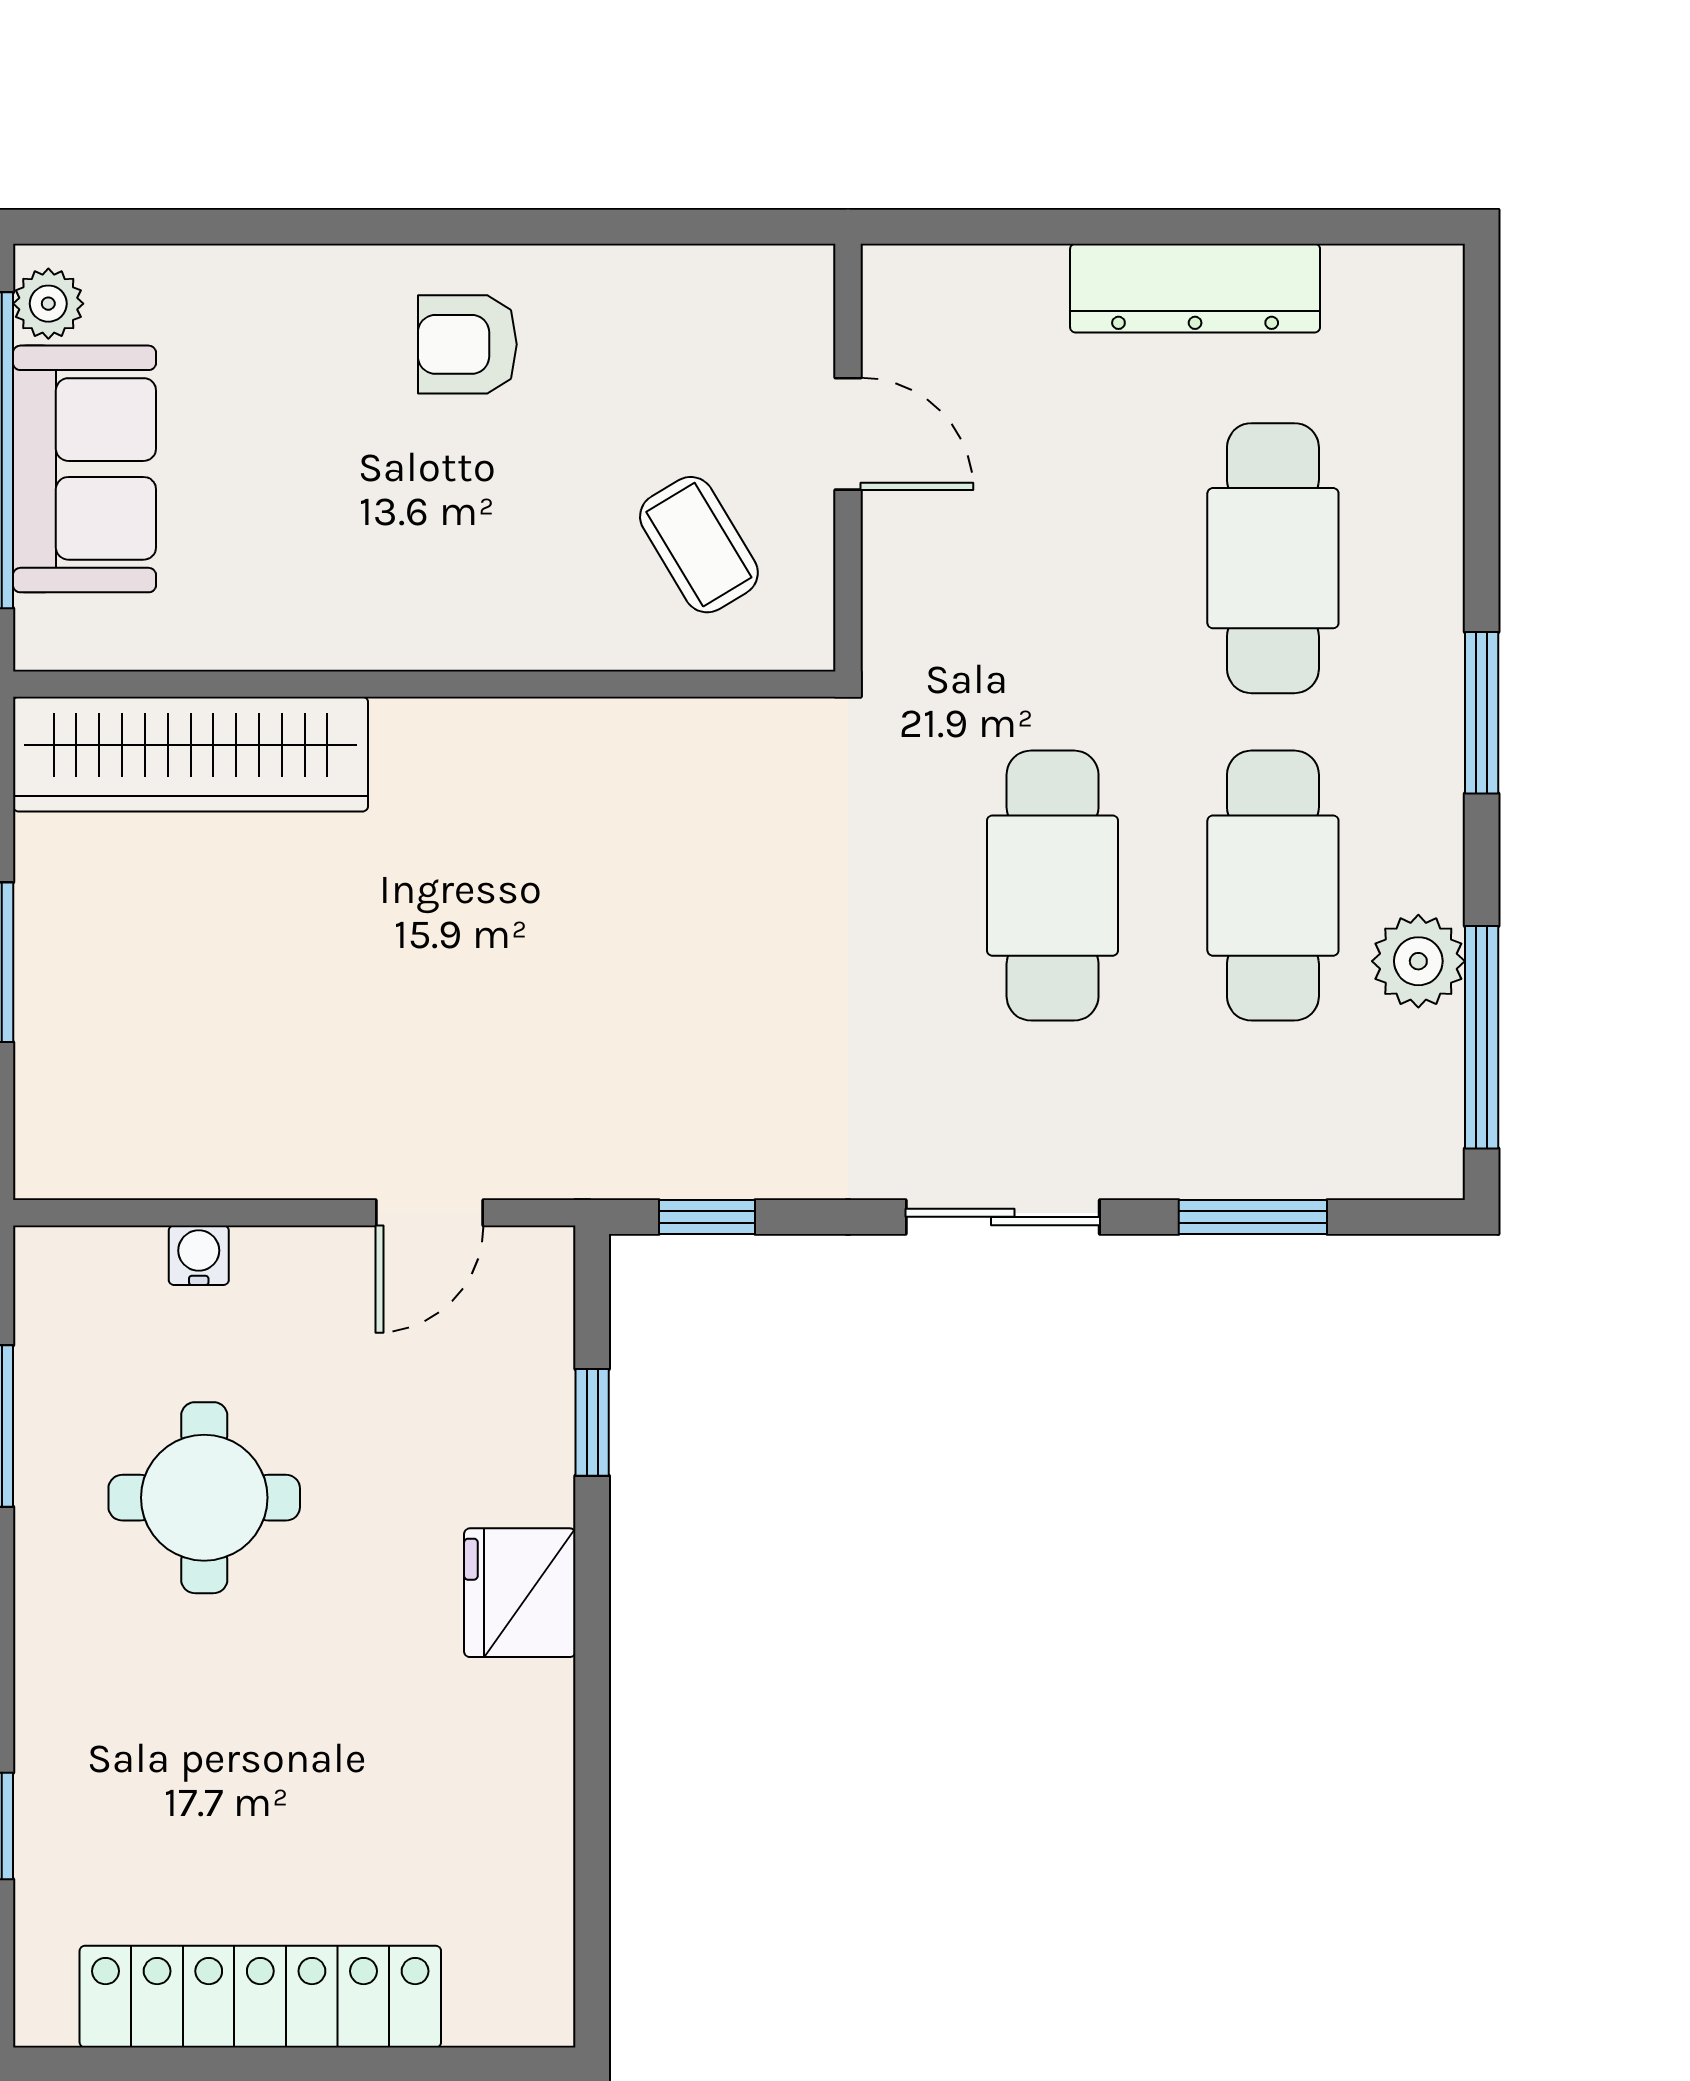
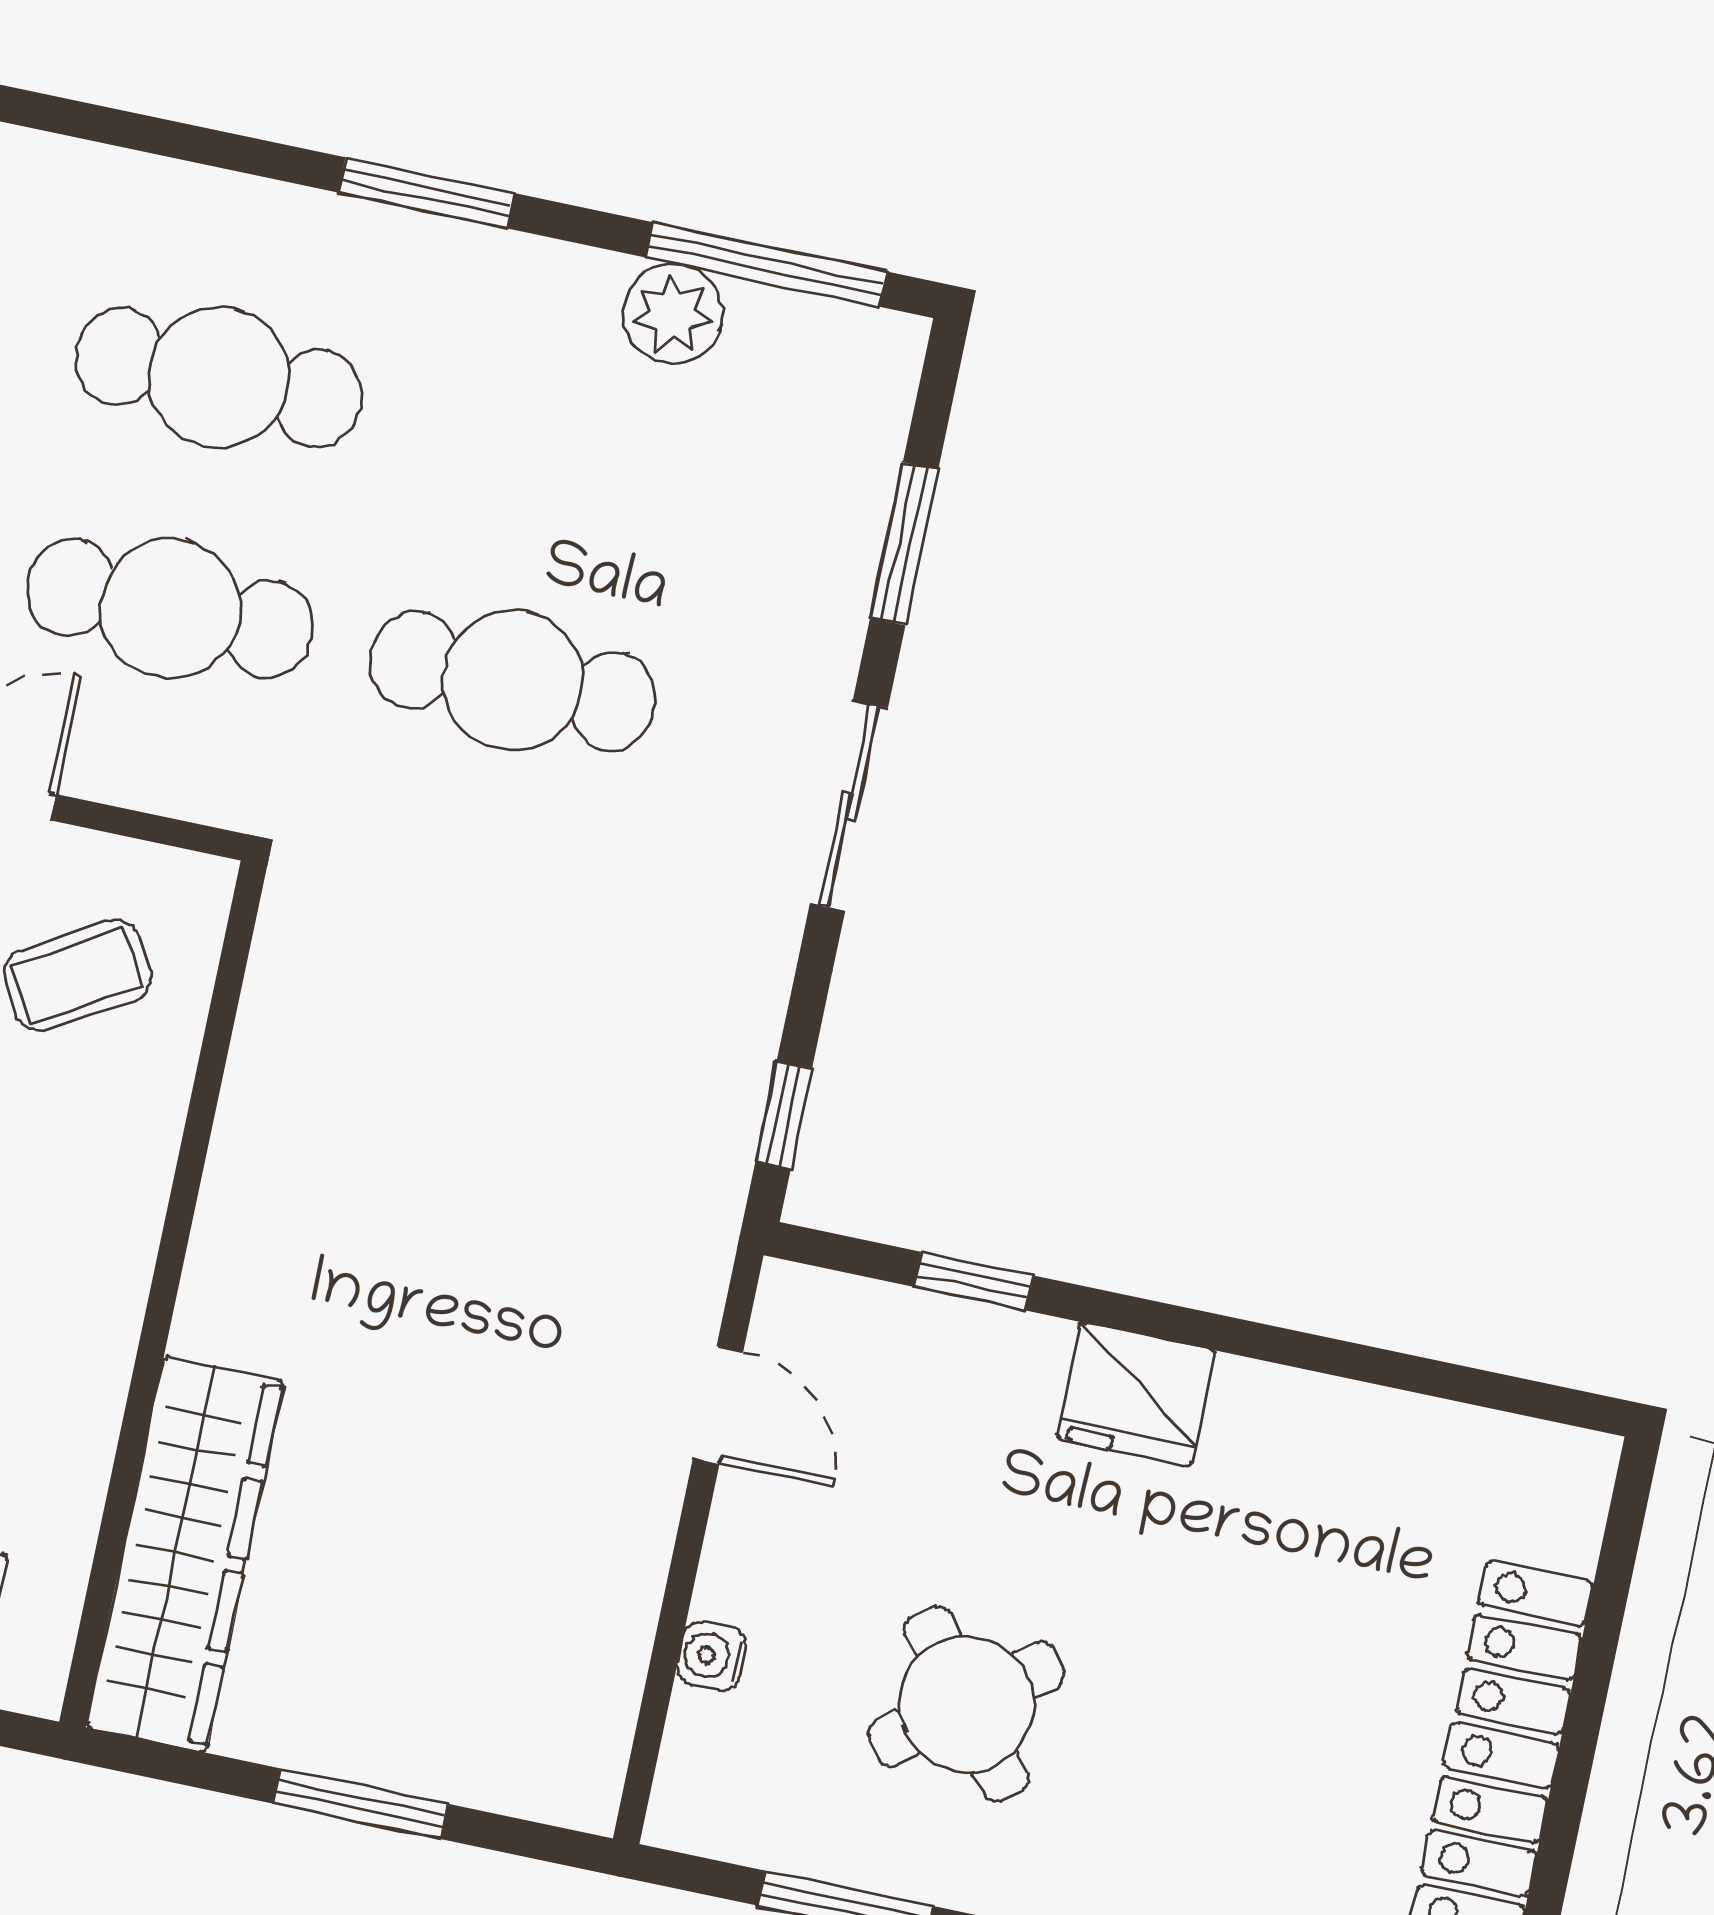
cafe table: (1273, 886) -> (170, 608), moved
round table: (204, 1498) -> (967, 1704), turned -38

